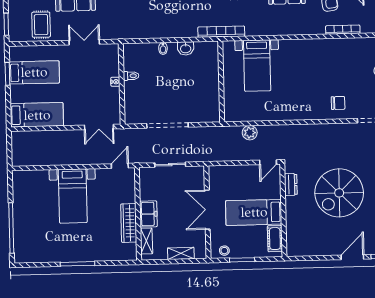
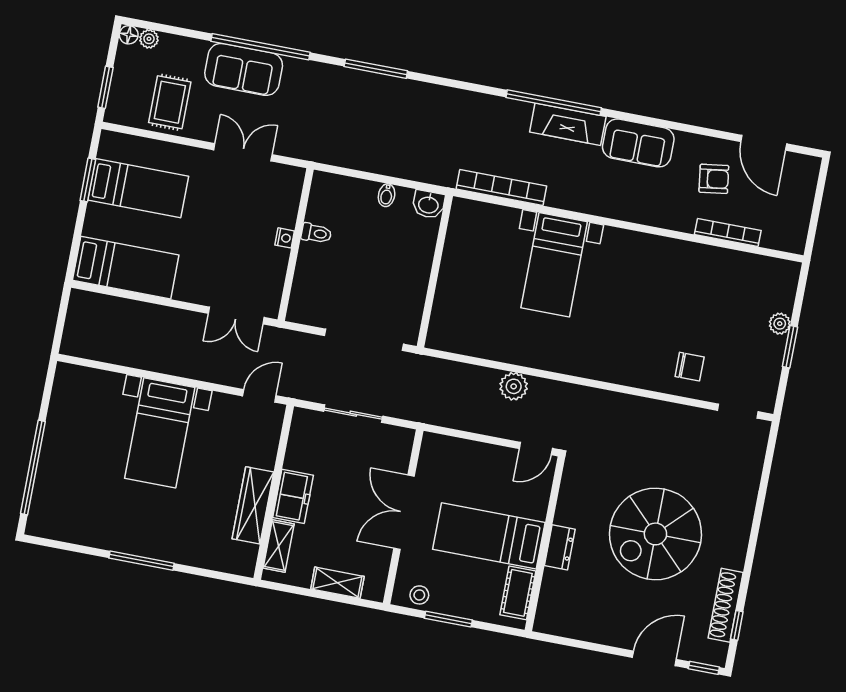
wall: (221, 81) -> (435, 271), moved
dresser: (291, 185) -> (560, 547), moved

